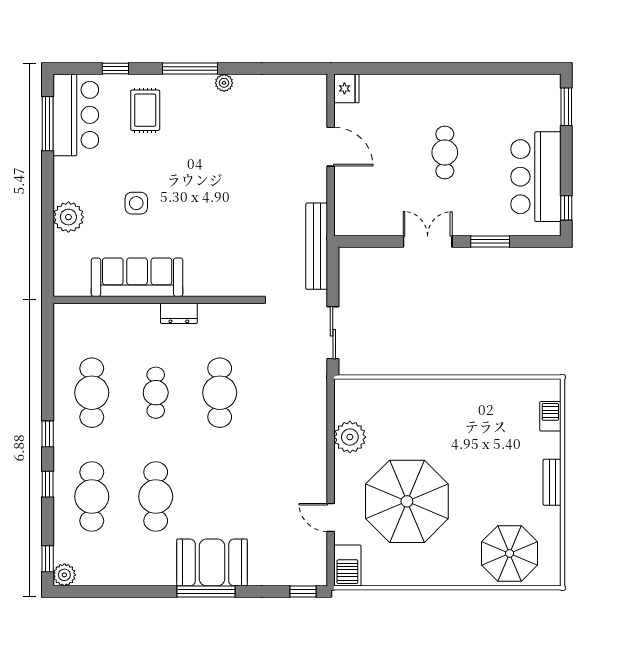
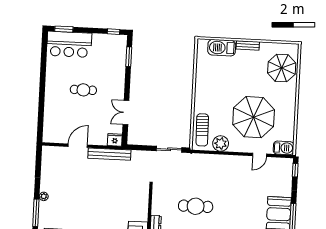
fridge: (346, 88) -> (115, 140), moved
bar counter: (536, 177) -> (69, 44), moved
double door: (428, 241) -> (126, 113), moved
window: (490, 241) -> (129, 57), moved
bench: (317, 246) -> (109, 154), moved
sun lounger: (376, 398) -> (202, 130), added
barbecue: (550, 416) -> (222, 48), width x1.88, depth x1.53

